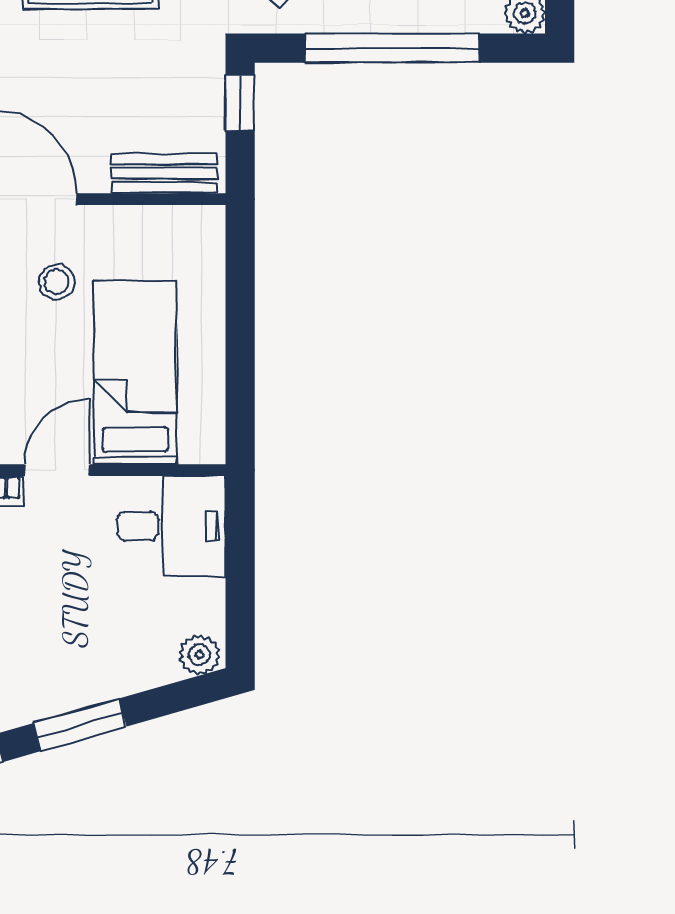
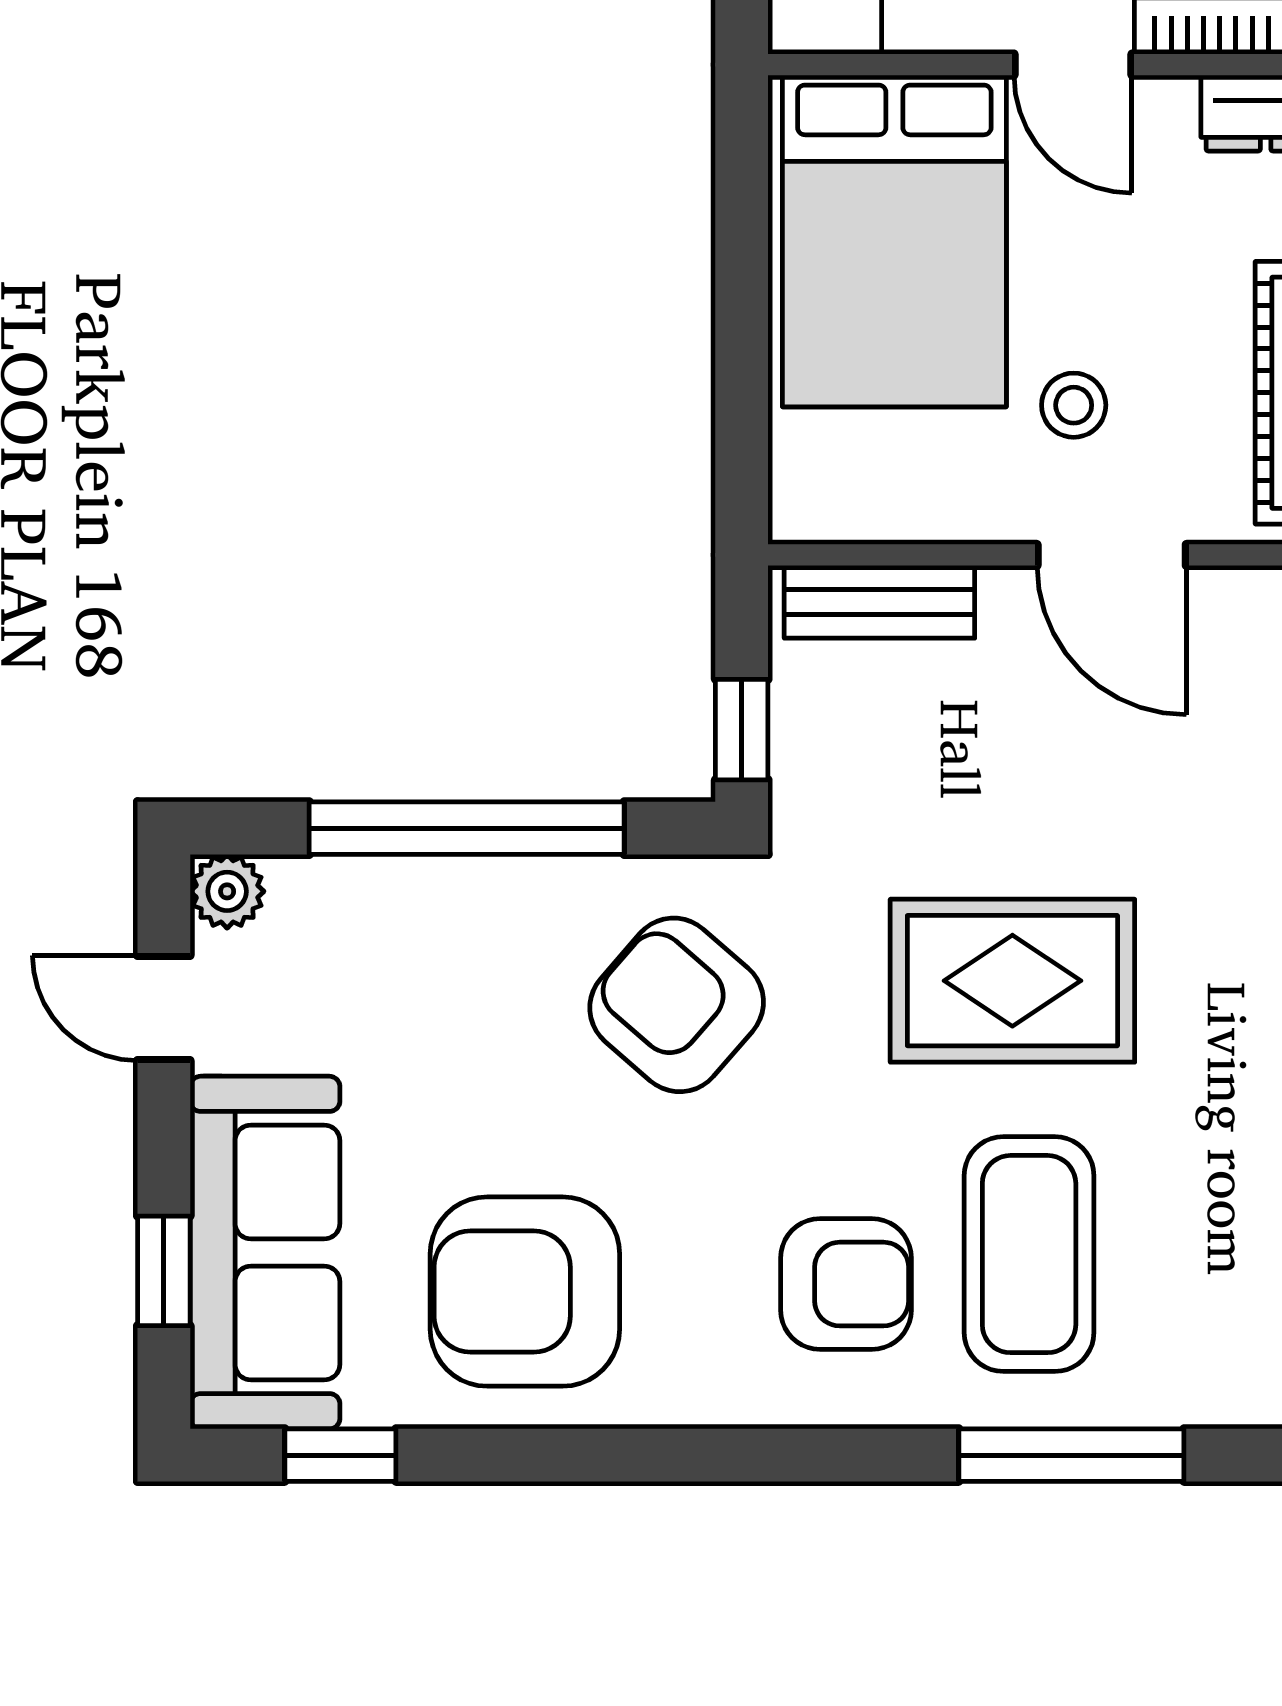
bed: (135, 373) -> (894, 241), width x1.50
door: (57, 470) -> (1073, 65), hinge flipped

